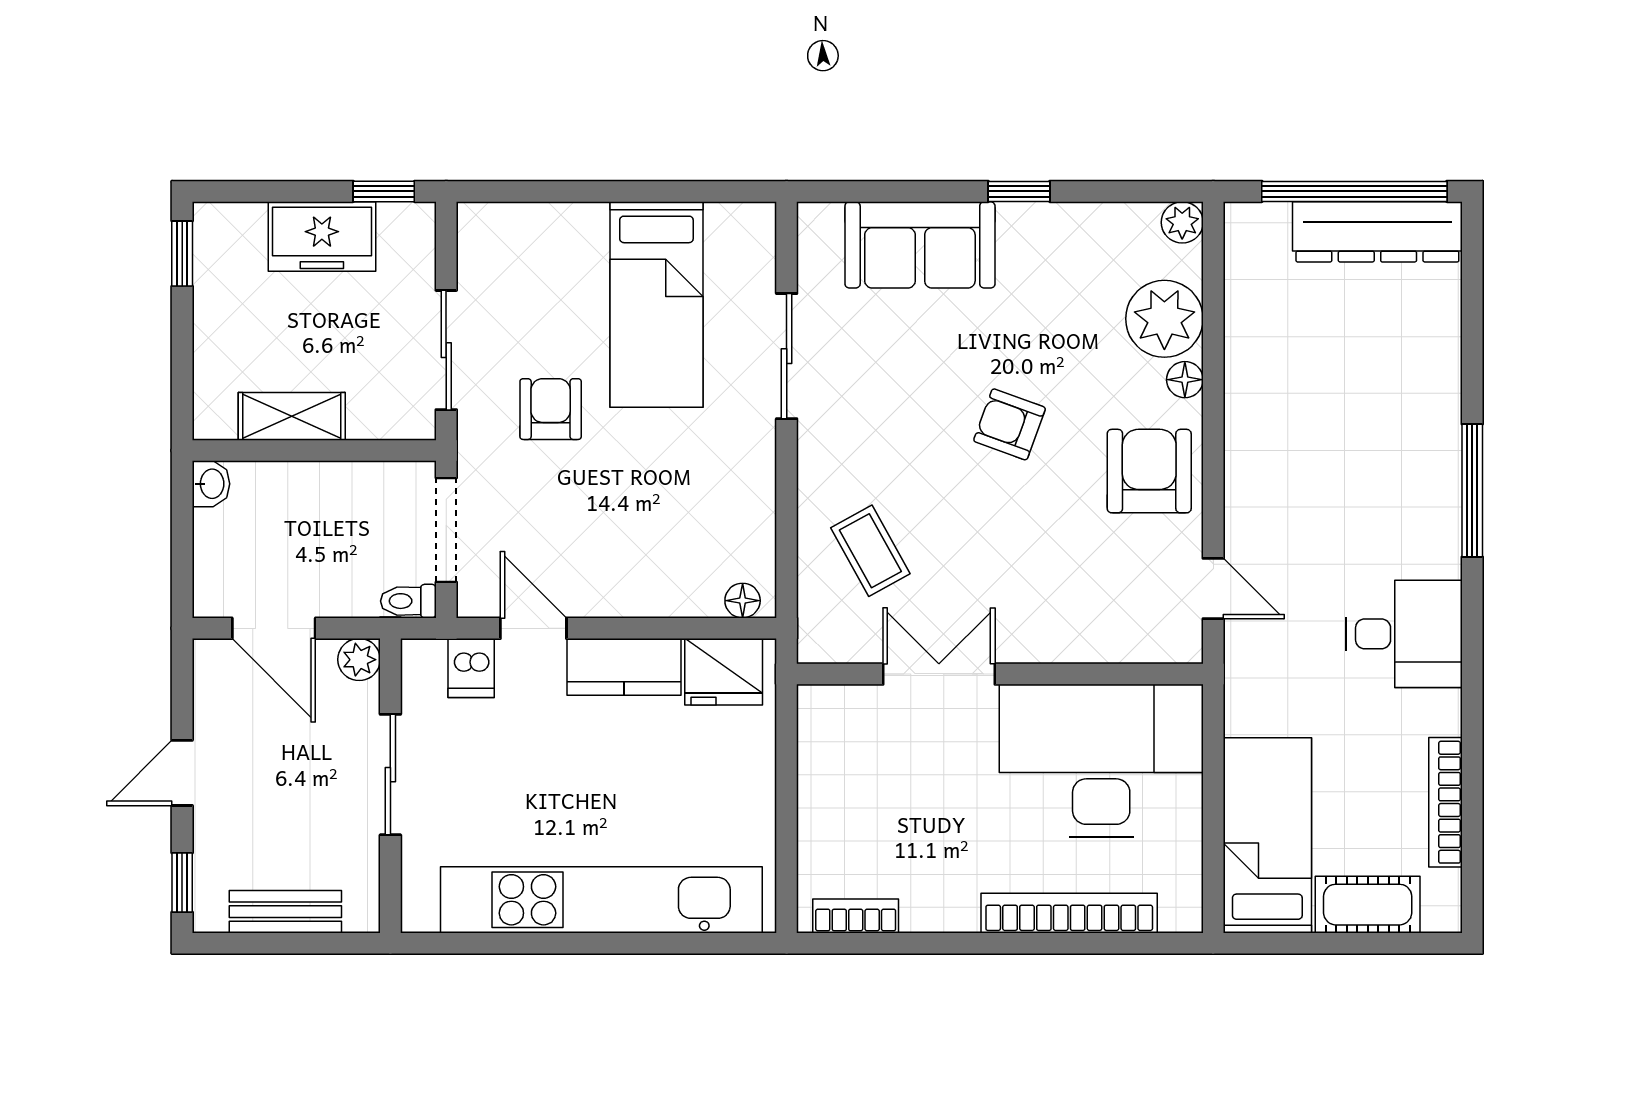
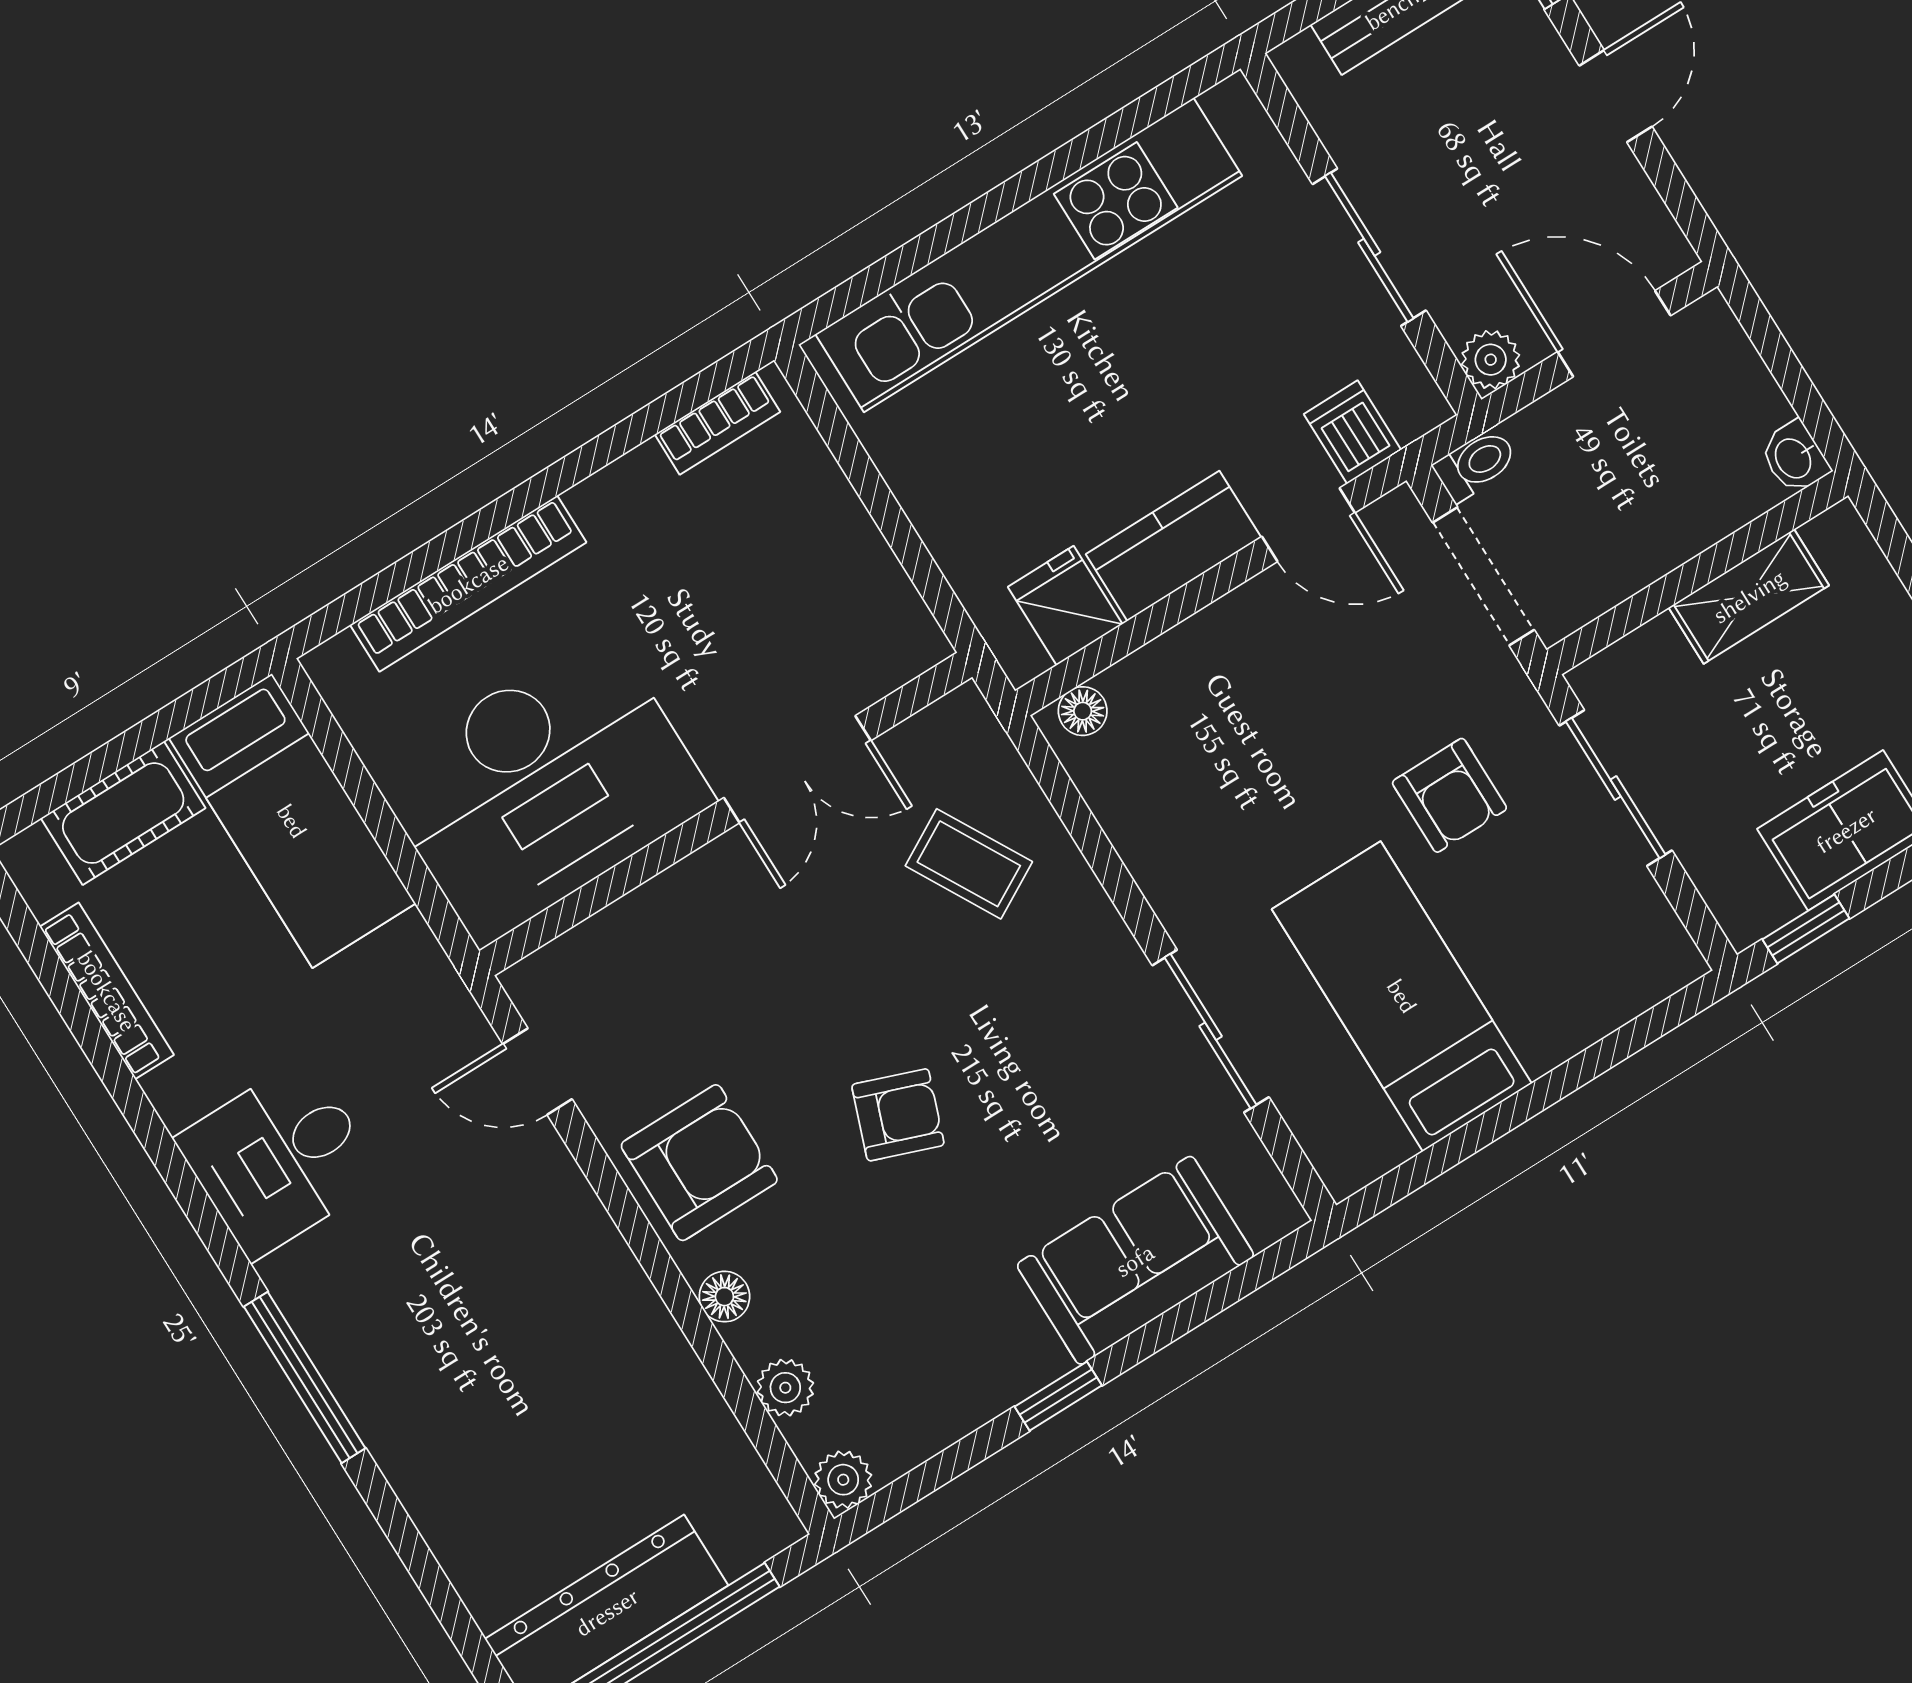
plant: (1164, 319) -> (785, 1388), width x0.53, depth x0.53
armchair: (1149, 471) -> (699, 1163), turned -90
fridge: (724, 672) -> (1065, 605), width x0.72

